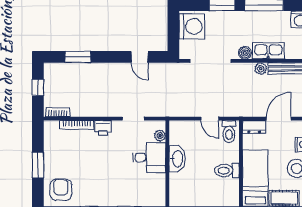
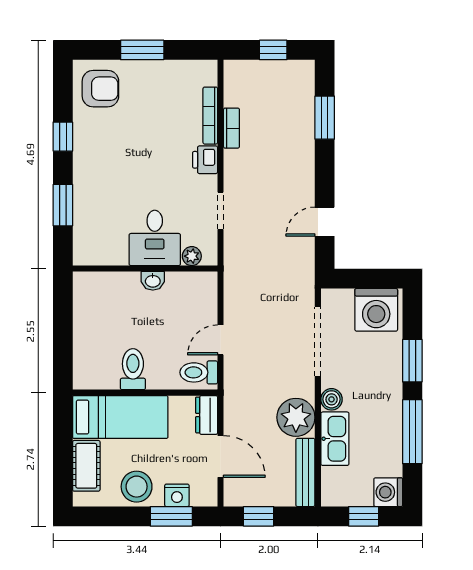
plant: (261, 69) -> (296, 417), width x1.88, depth x1.88
bookcase: (58, 112) -> (231, 128), moved
washbasin: (177, 159) -> (153, 281), width x0.52, depth x0.69

